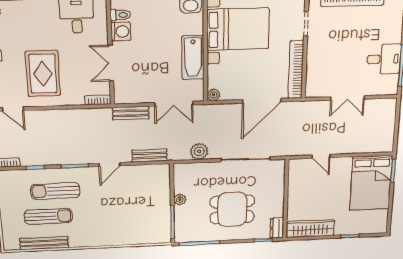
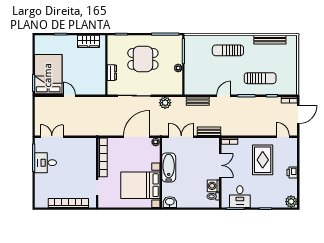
double door: (348, 98) -> (52, 137), moved
door: (262, 101) -> (136, 137), moved
door: (321, 156) -> (69, 96), moved
sun lounger: (48, 216) -> (228, 50), moved
dresser: (277, 228) -> (112, 73), moved
wardrobe: (311, 229) -> (88, 41), width x0.67

